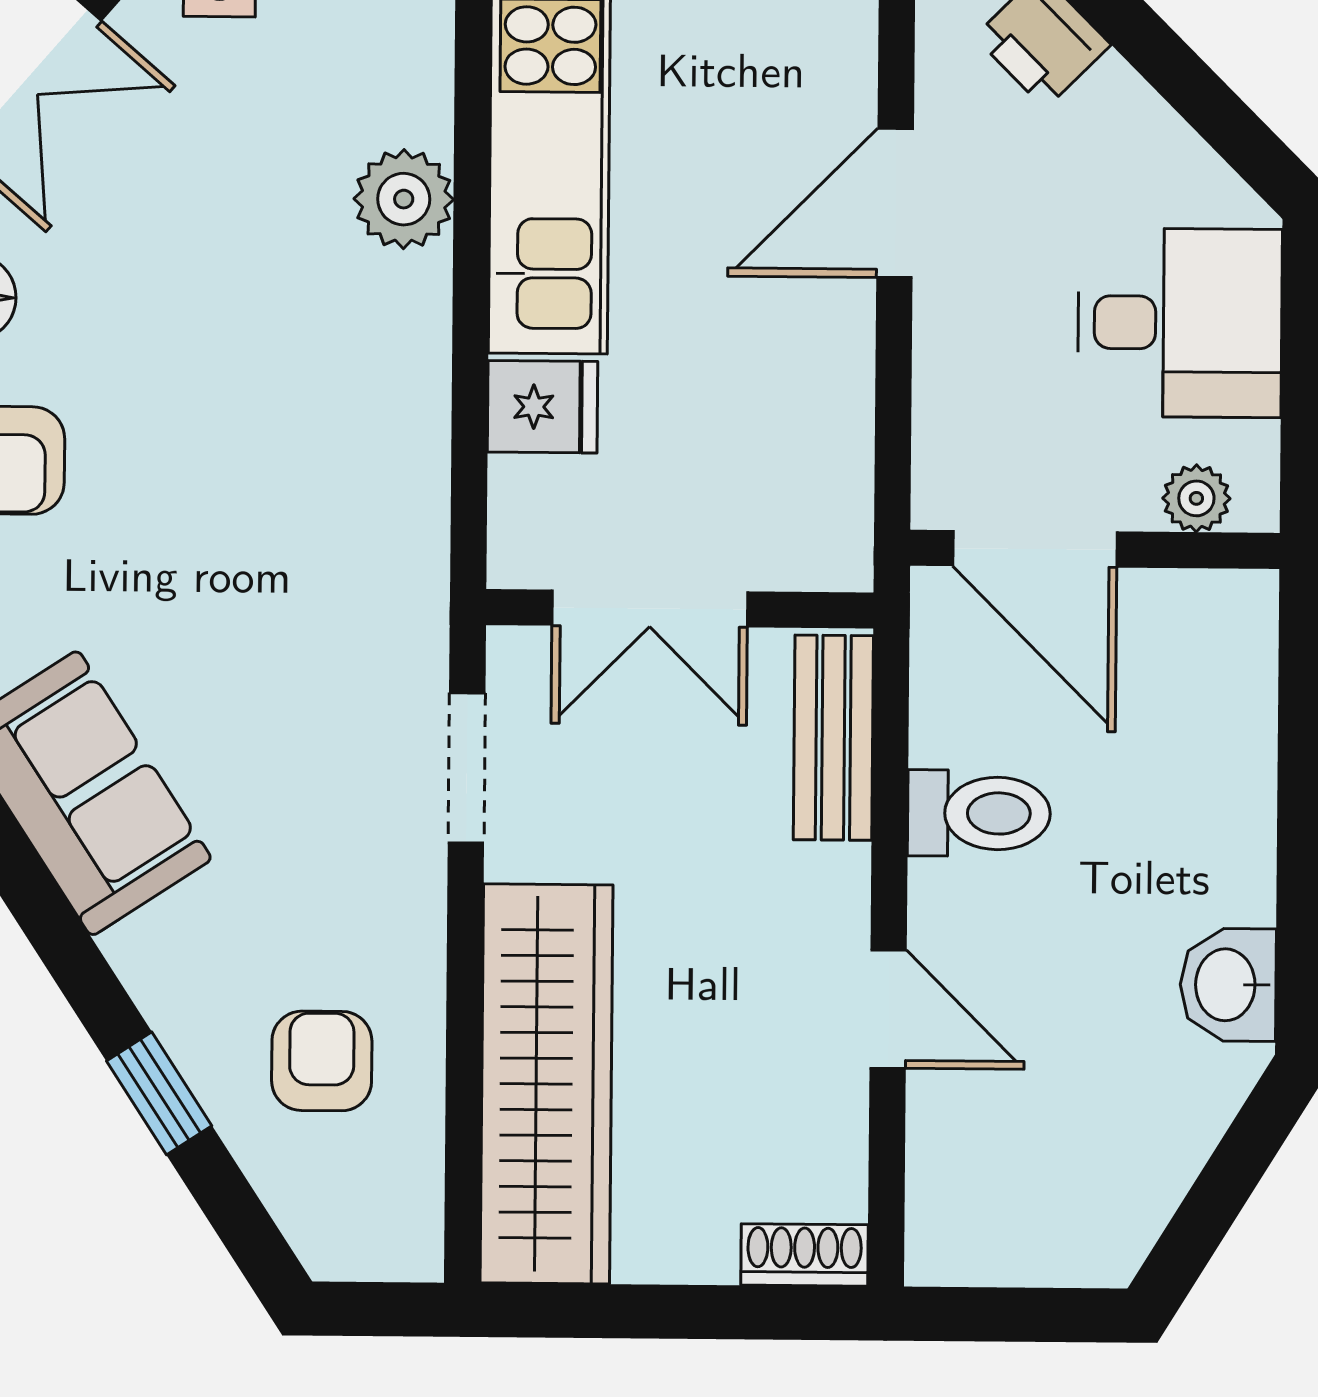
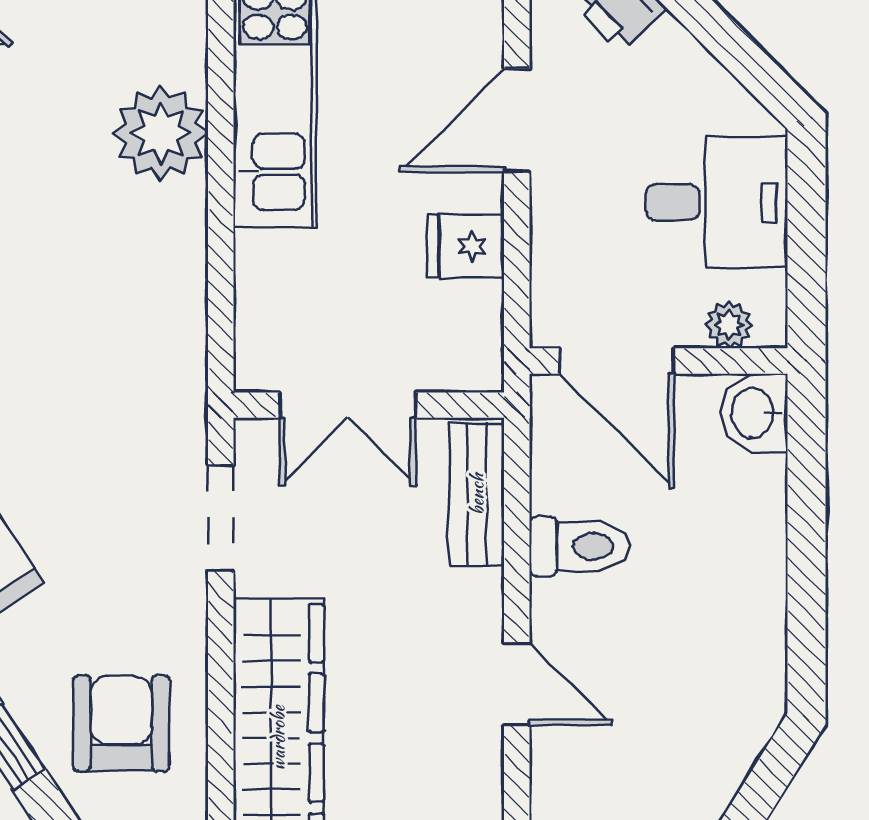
plant: (404, 199) -> (161, 133), width x1.36, depth x1.36
fridge: (543, 407) -> (466, 246), moved, turned 180
washbasin: (1228, 985) -> (754, 413), moved
armchair: (322, 1061) -> (121, 723), width x1.38, depth x1.38

